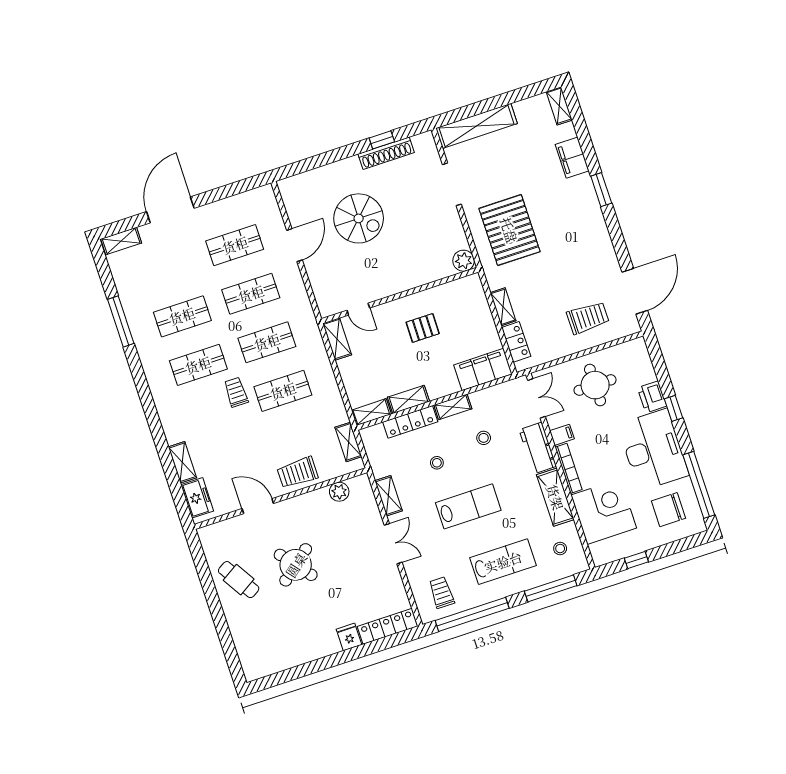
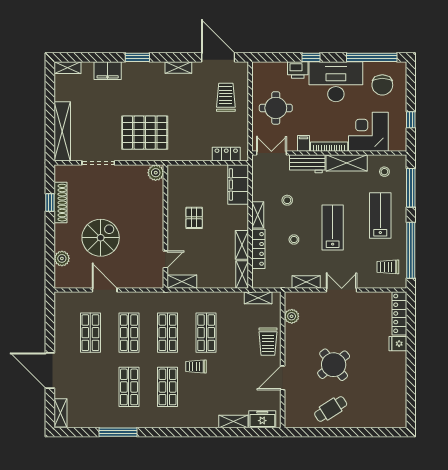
plant: (316, 178) -> (62, 258), added
shelving: (503, 307) -> (178, 68), moved

